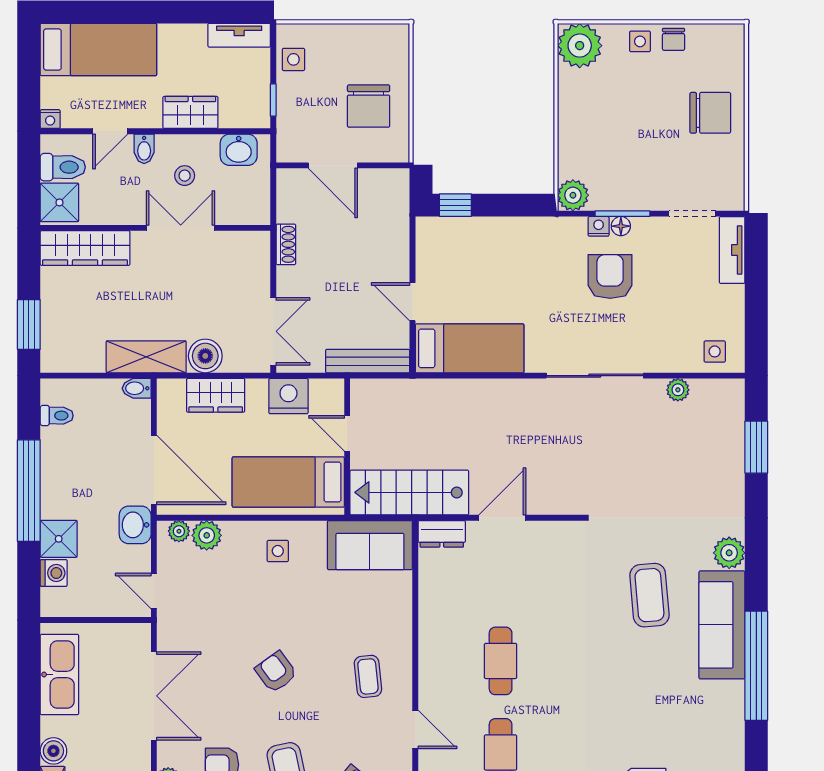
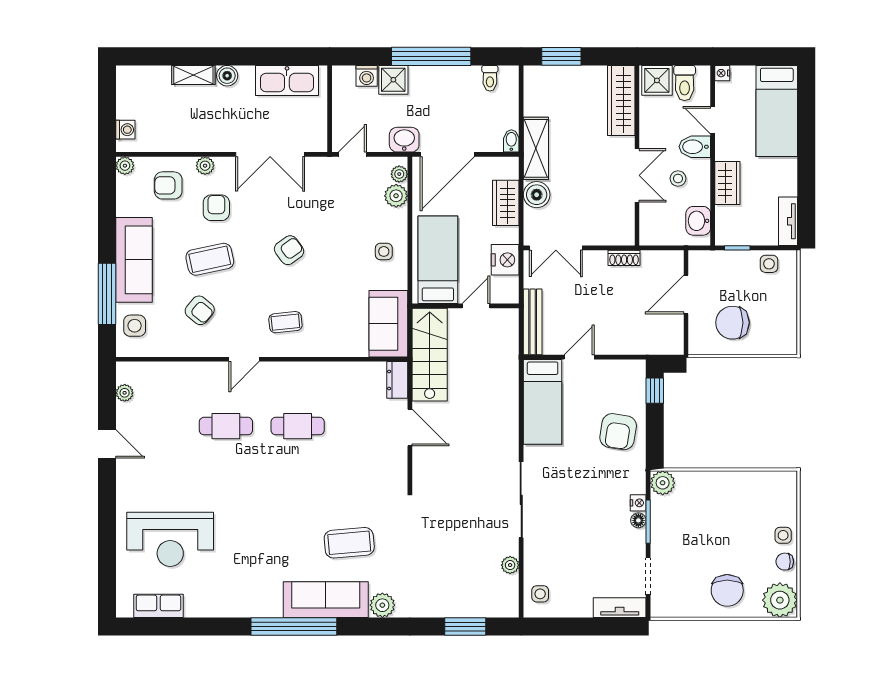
plant: (580, 46) -> (780, 600), moved
bidet: (144, 149) -> (695, 147), width x1.38, depth x1.36
armchair: (610, 277) -> (618, 432), moved, turned 99

